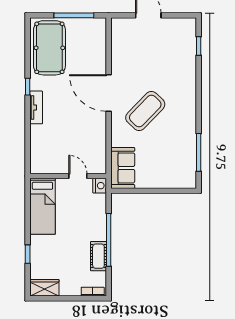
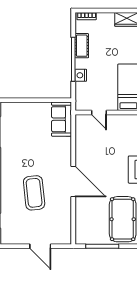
coffee table: (145, 111) -> (34, 193), moved, turned -50
nightstand: (100, 186) -> (81, 75), moved

